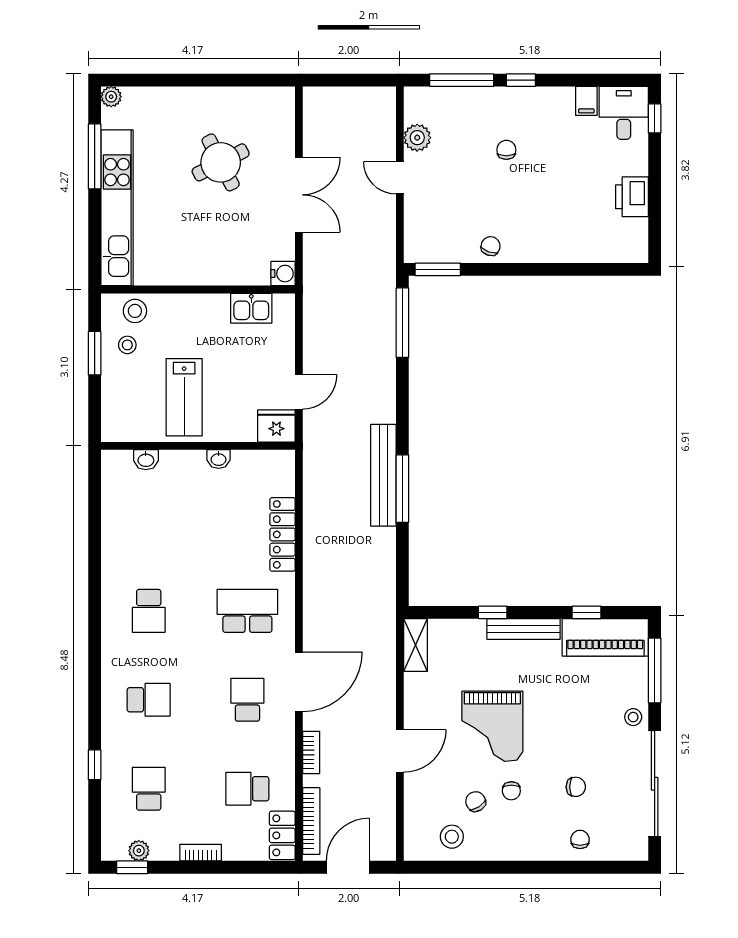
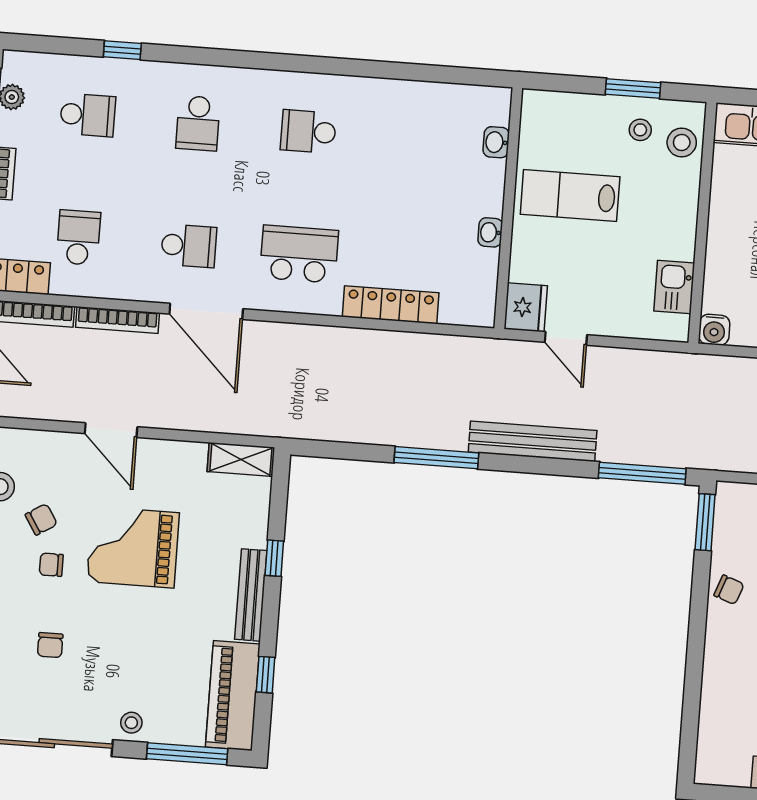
bench: (383, 475) -> (533, 441), moved
school desk: (247, 611) -> (299, 254), turned -90
bookcase: (311, 753) -> (117, 320), width x1.56

